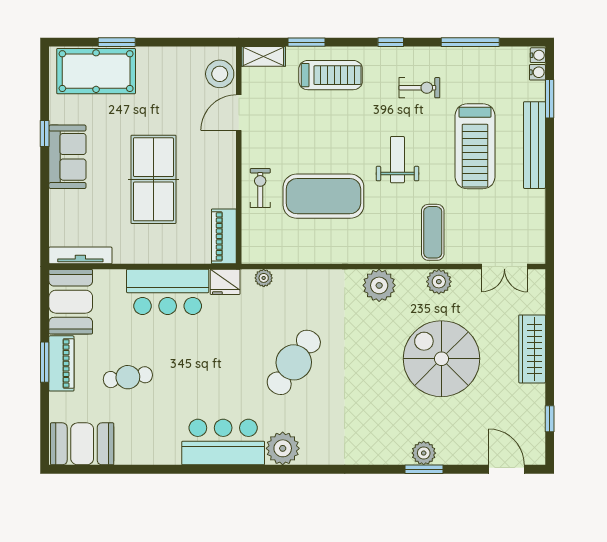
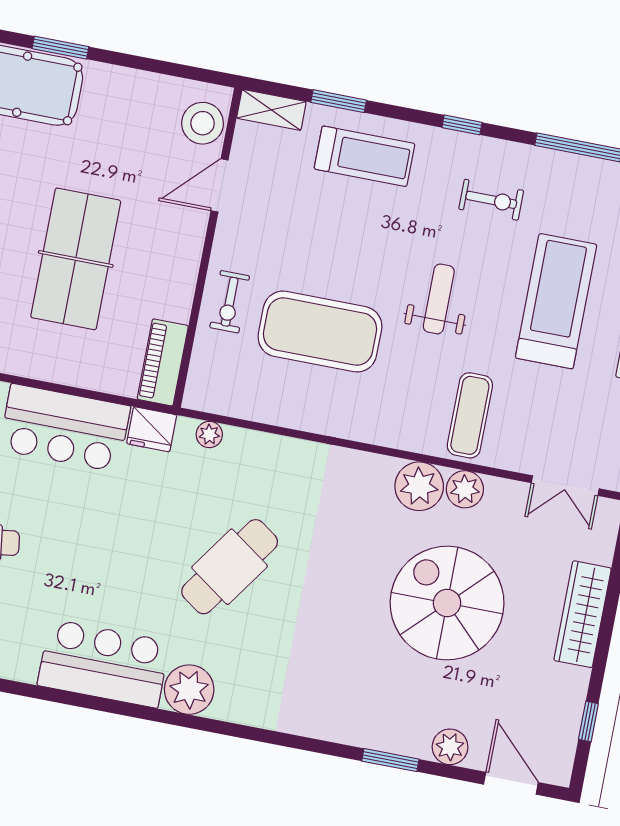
treadmill: (475, 146) -> (556, 301), turned 180
exercise bike: (260, 188) -> (230, 302), turned 180
plant: (379, 285) -> (419, 486), moved
plant: (424, 453) -> (450, 747), moved

